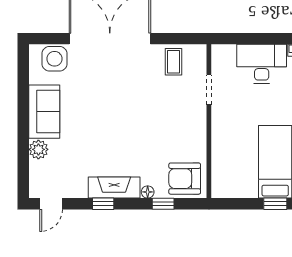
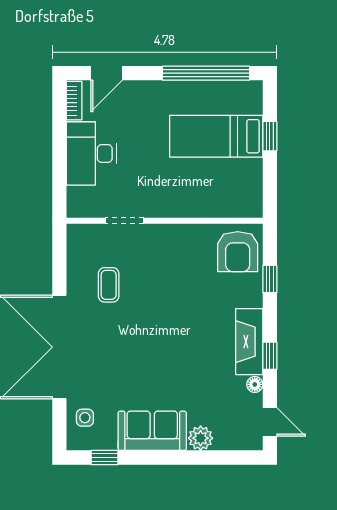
side table: (54, 59) -> (85, 418), width x0.54, depth x0.54
coffee table: (173, 62) -> (109, 285), moved, turned 90
window: (23, 74) -> (104, 458), added
floor lamp: (148, 192) -> (255, 384), moved

